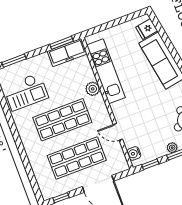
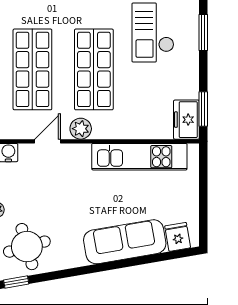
freezer: (67, 53) -> (186, 120), width x0.71
plant: (93, 89) -> (81, 129), moved

